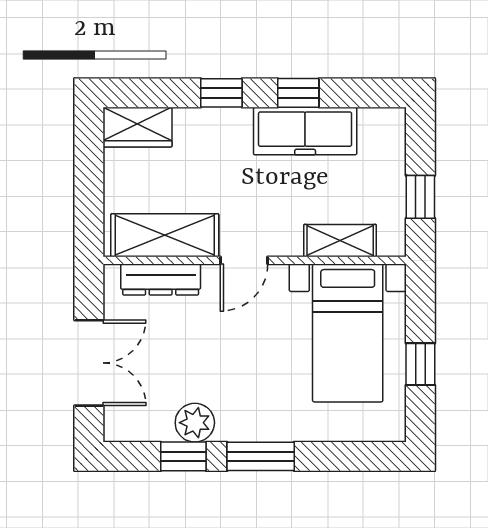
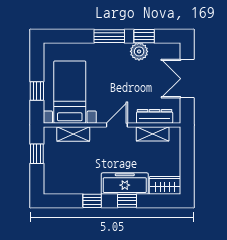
freezer: (305, 131) -> (125, 184), moved
shelving: (165, 235) -> (153, 134), width x0.67, depth x0.75
window: (420, 364) -> (37, 91), moved

